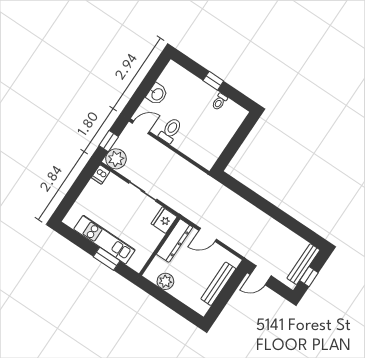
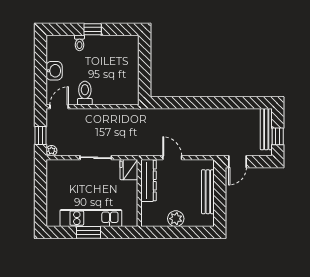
toilet: (219, 102) -> (79, 43), moved
plant: (116, 159) -> (51, 151), width x0.53, depth x0.53
dishwasher: (101, 174) -> (52, 167), removed
door: (208, 235) -> (172, 158), swing flipped
window: (107, 259) -> (89, 232), moved
plant: (165, 281) -> (176, 219), moved

